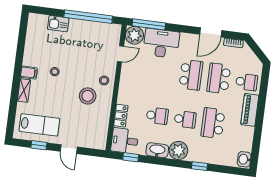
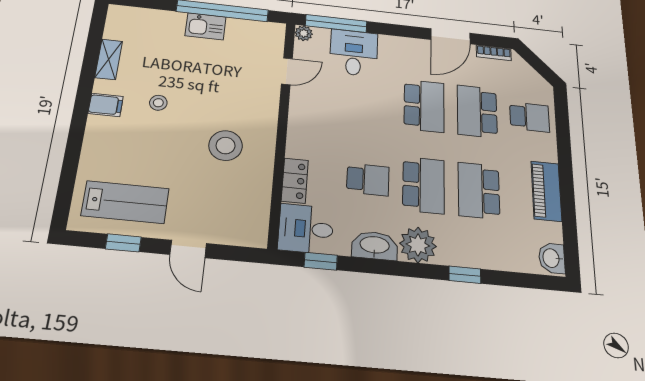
kitchen sink: (58, 24) -> (206, 26), moved
plant: (134, 35) -> (304, 33), width x0.53, depth x0.53
desk: (161, 43) -> (354, 53), width x0.73
stool: (104, 80) -> (257, 117), removed
shelving: (24, 90) -> (109, 59), moved
piano: (250, 110) -> (546, 191), moved
school desk: (185, 119) -> (424, 185), width x1.85

